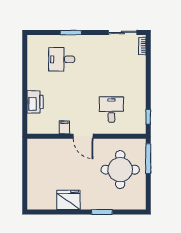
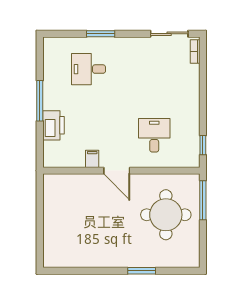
window: (25, 83) -> (40, 101), added
fridge: (68, 200) -> (97, 255), removed

